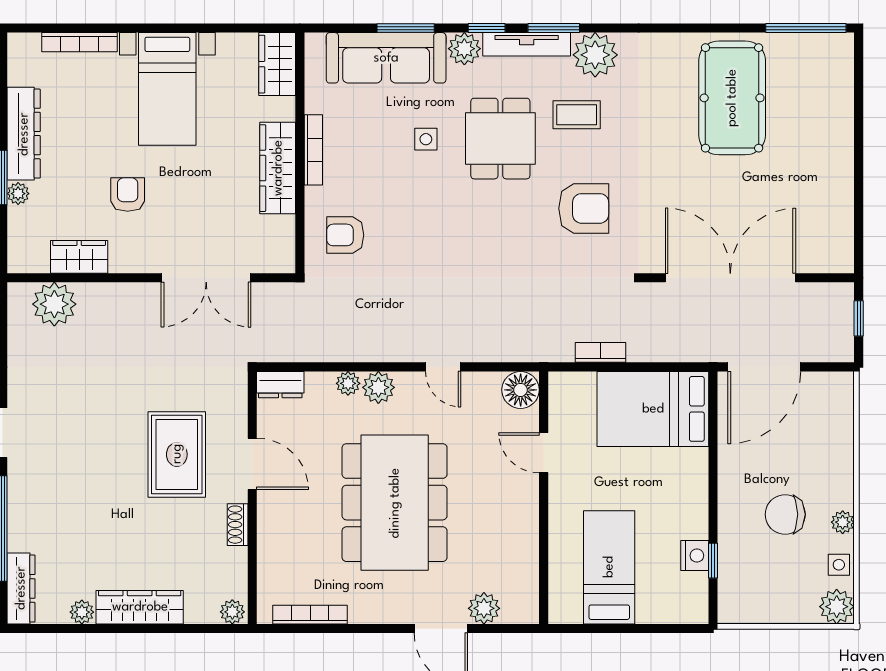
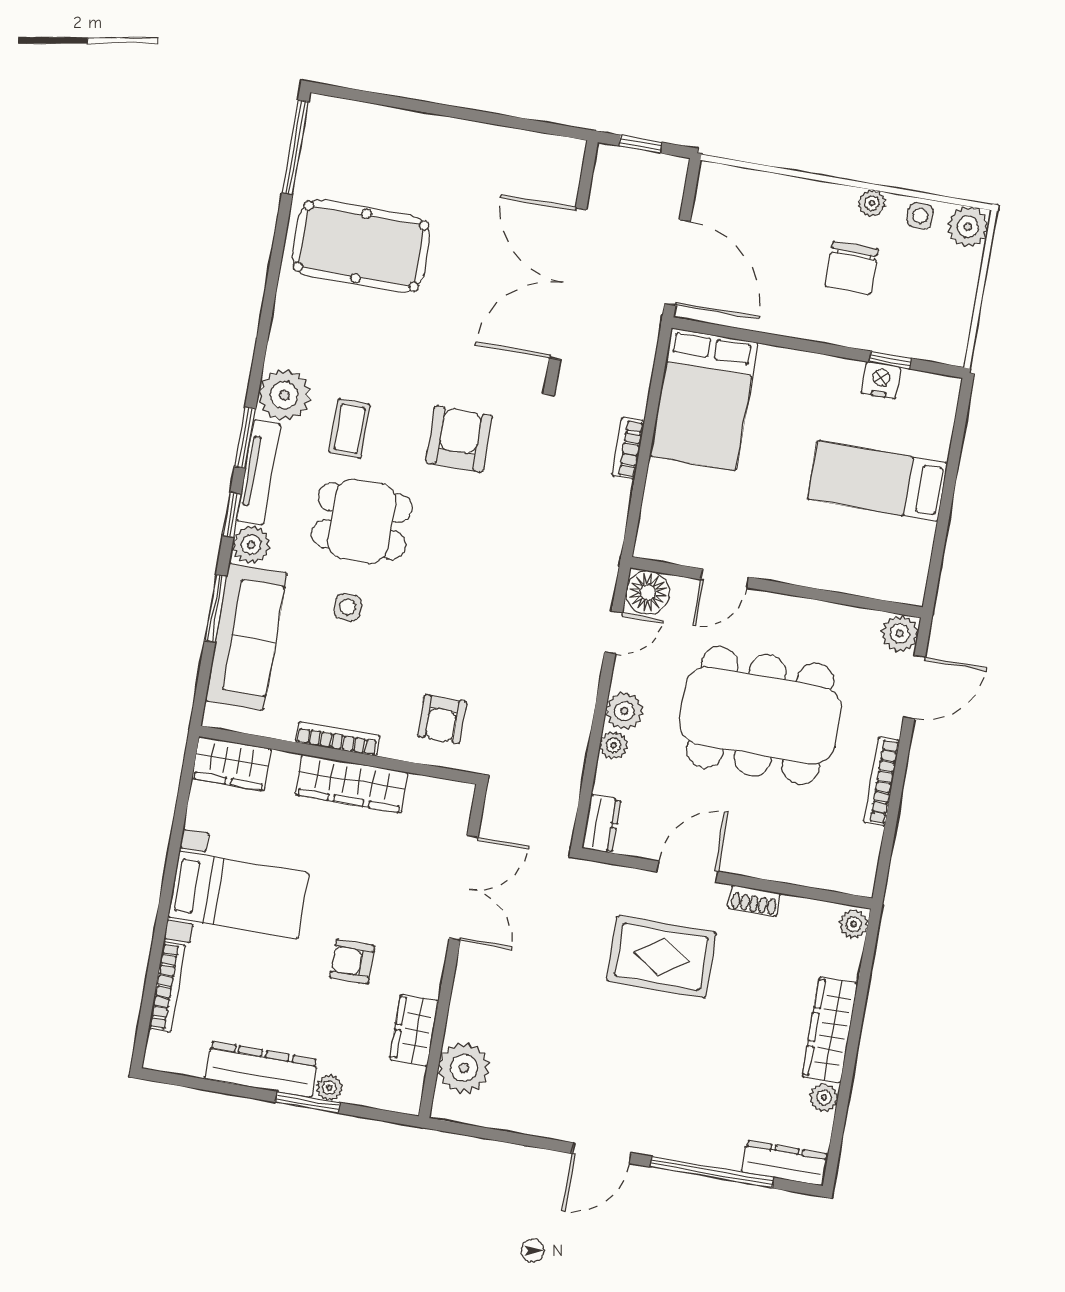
floor lamp: (521, 390) -> (648, 592), moved
door: (544, 453) -> (725, 578), moved
wall: (544, 498) -> (776, 587), moved
bookcase: (310, 615) -> (882, 781), moved

